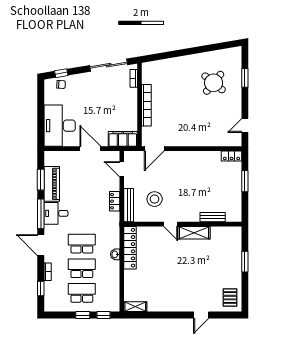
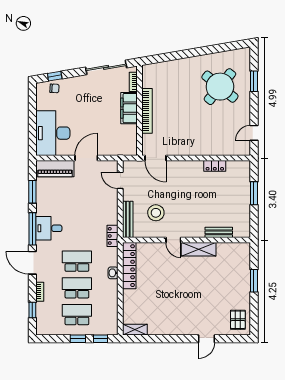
round table: (214, 83) -> (220, 87), width x1.36, depth x1.36
filing cabinet: (123, 139) -> (129, 108), moved, turned -90
door: (90, 149) -> (86, 158), hinge flipped
door: (154, 149) -> (155, 158), hinge flipped
locker: (232, 156) -> (215, 166), moved
piano: (52, 184) -> (55, 169), moved, turned 90
locker: (115, 201) -> (112, 236), moved

